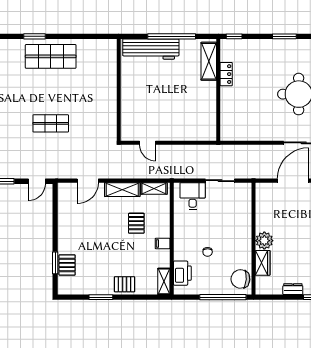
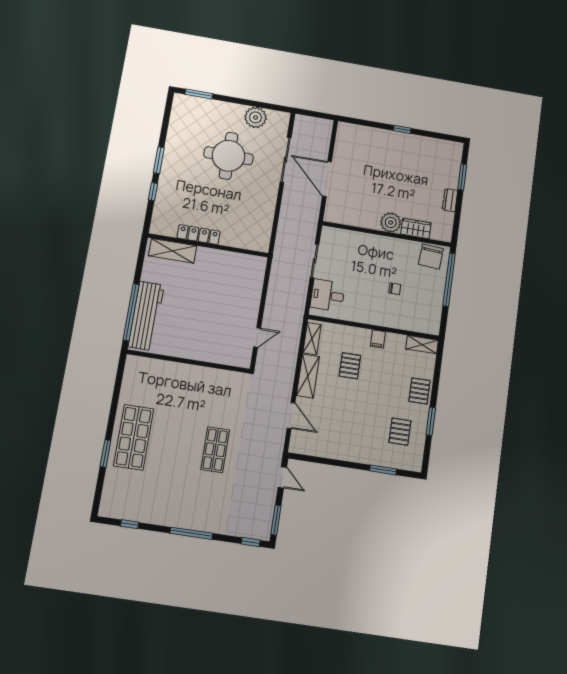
window: (172, 36) -> (131, 312), moved
window: (234, 36) -> (153, 192), moved
locker: (226, 74) -> (199, 235), width x1.53
pallet: (136, 223) -> (350, 366), turned 90
pallet: (67, 265) -> (400, 432), moved, turned 90
printer: (182, 273) -> (415, 322), removed

